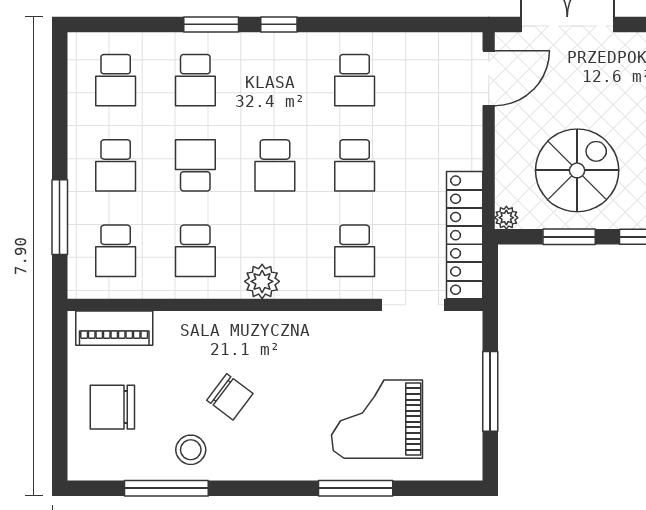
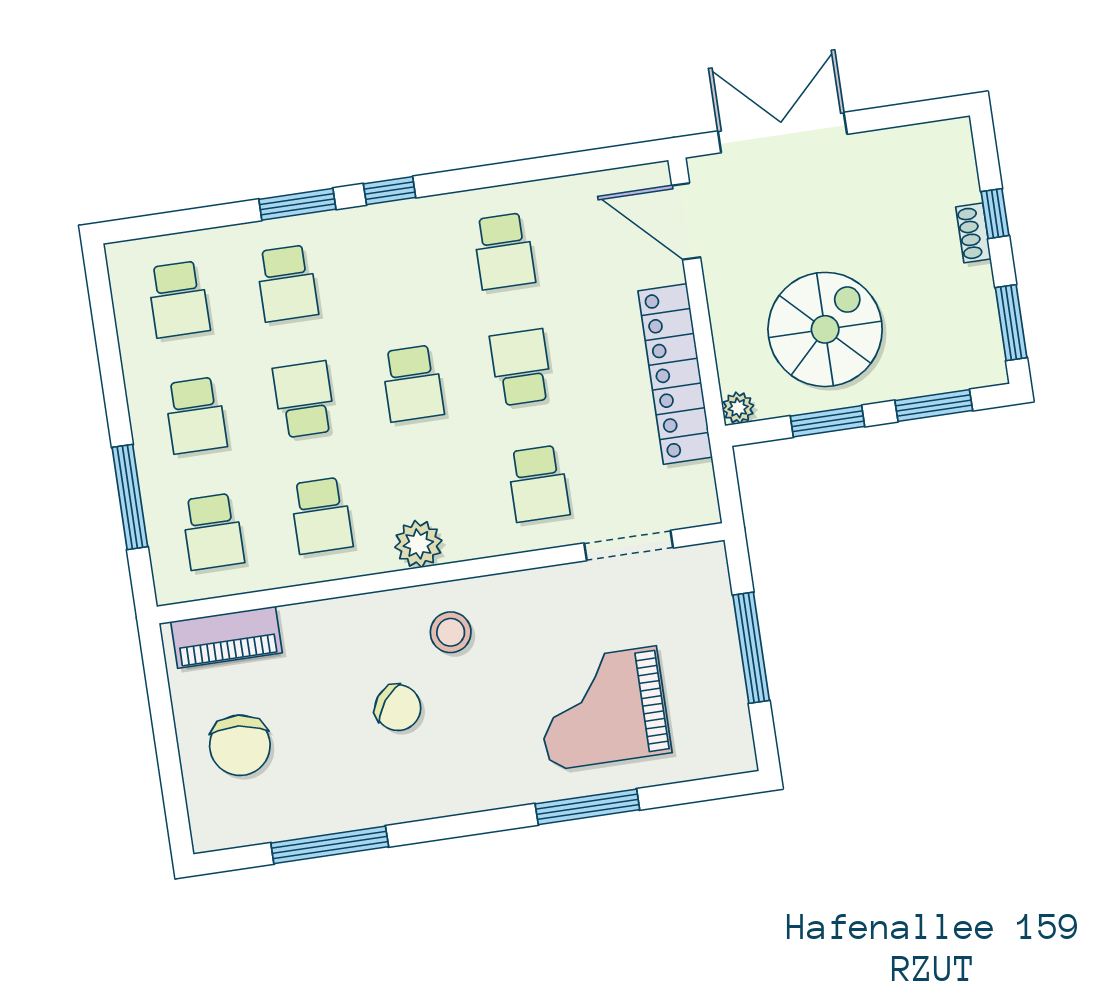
door: (489, 78) -> (686, 221), swing flipped
school desk: (355, 165) -> (521, 367), turned 180
locker: (465, 235) -> (675, 374), moved
chair: (112, 407) -> (240, 745), turned -85
stool: (191, 450) -> (451, 632), moved

